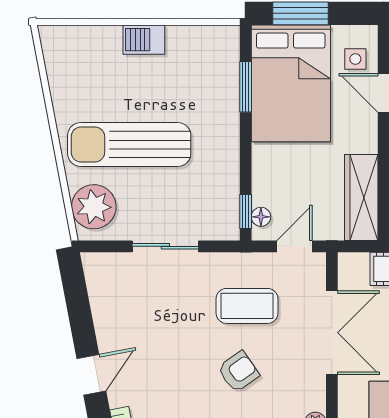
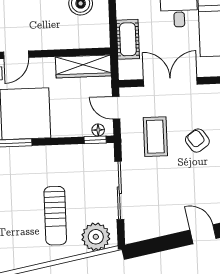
sun lounger: (129, 144) -> (55, 216), width x0.73, depth x0.75
sliding door: (165, 246) -> (119, 190), width x1.37

